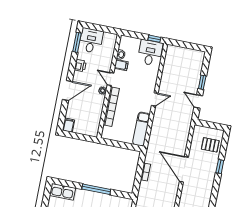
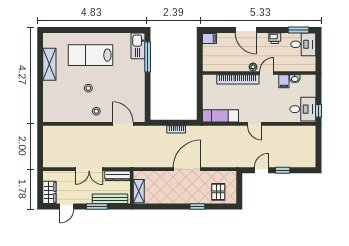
window: (96, 189) -> (148, 57), moved

